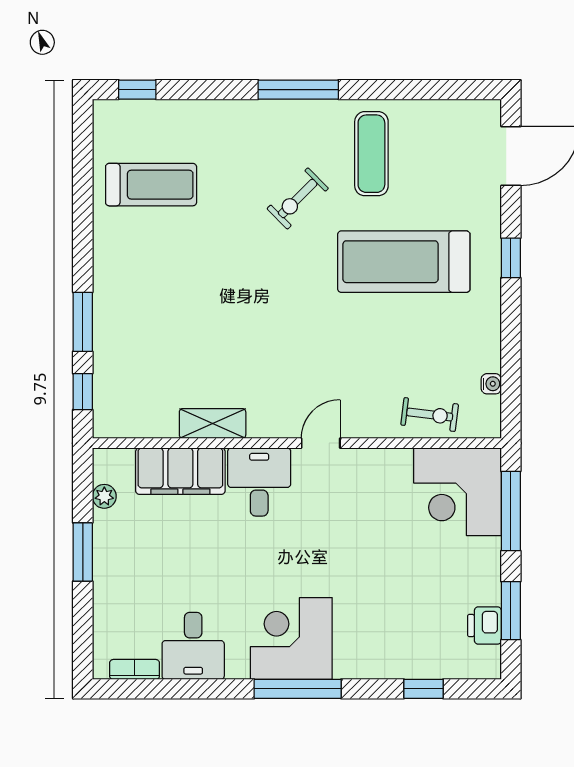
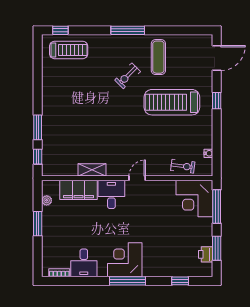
treadmill: (151, 185) -> (69, 50), moved

